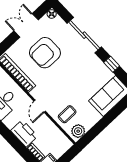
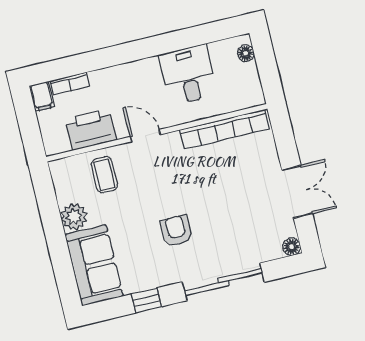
armchair: (45, 53) -> (176, 231), moved, width x0.53, depth x0.53
plant: (78, 131) -> (74, 217), moved
printer: (24, 133) -> (91, 129), moved, turned 180

